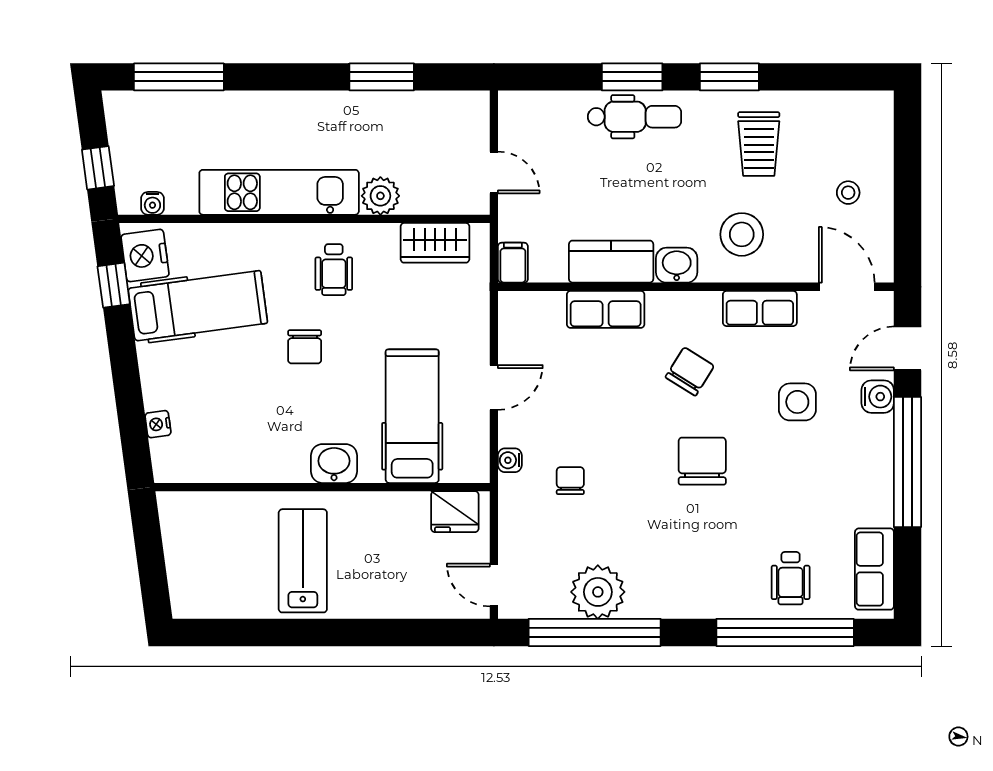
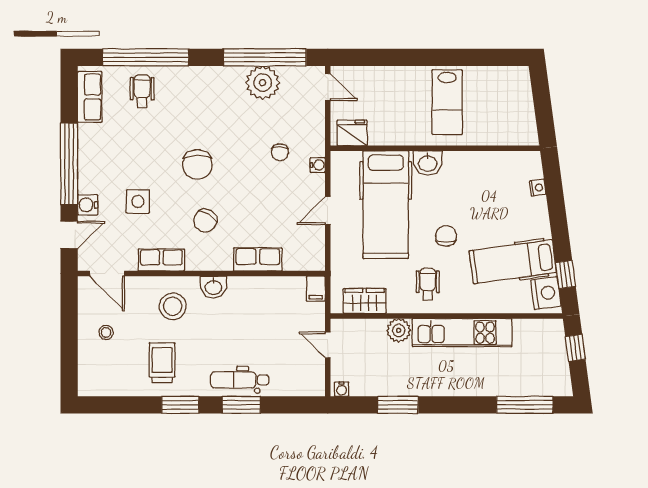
water cooler: (152, 203) -> (342, 389), moved, turned 180
kitchen counter: (611, 262) -> (254, 289), removed
hospital bed: (412, 416) -> (386, 205), width x1.37, depth x1.29

